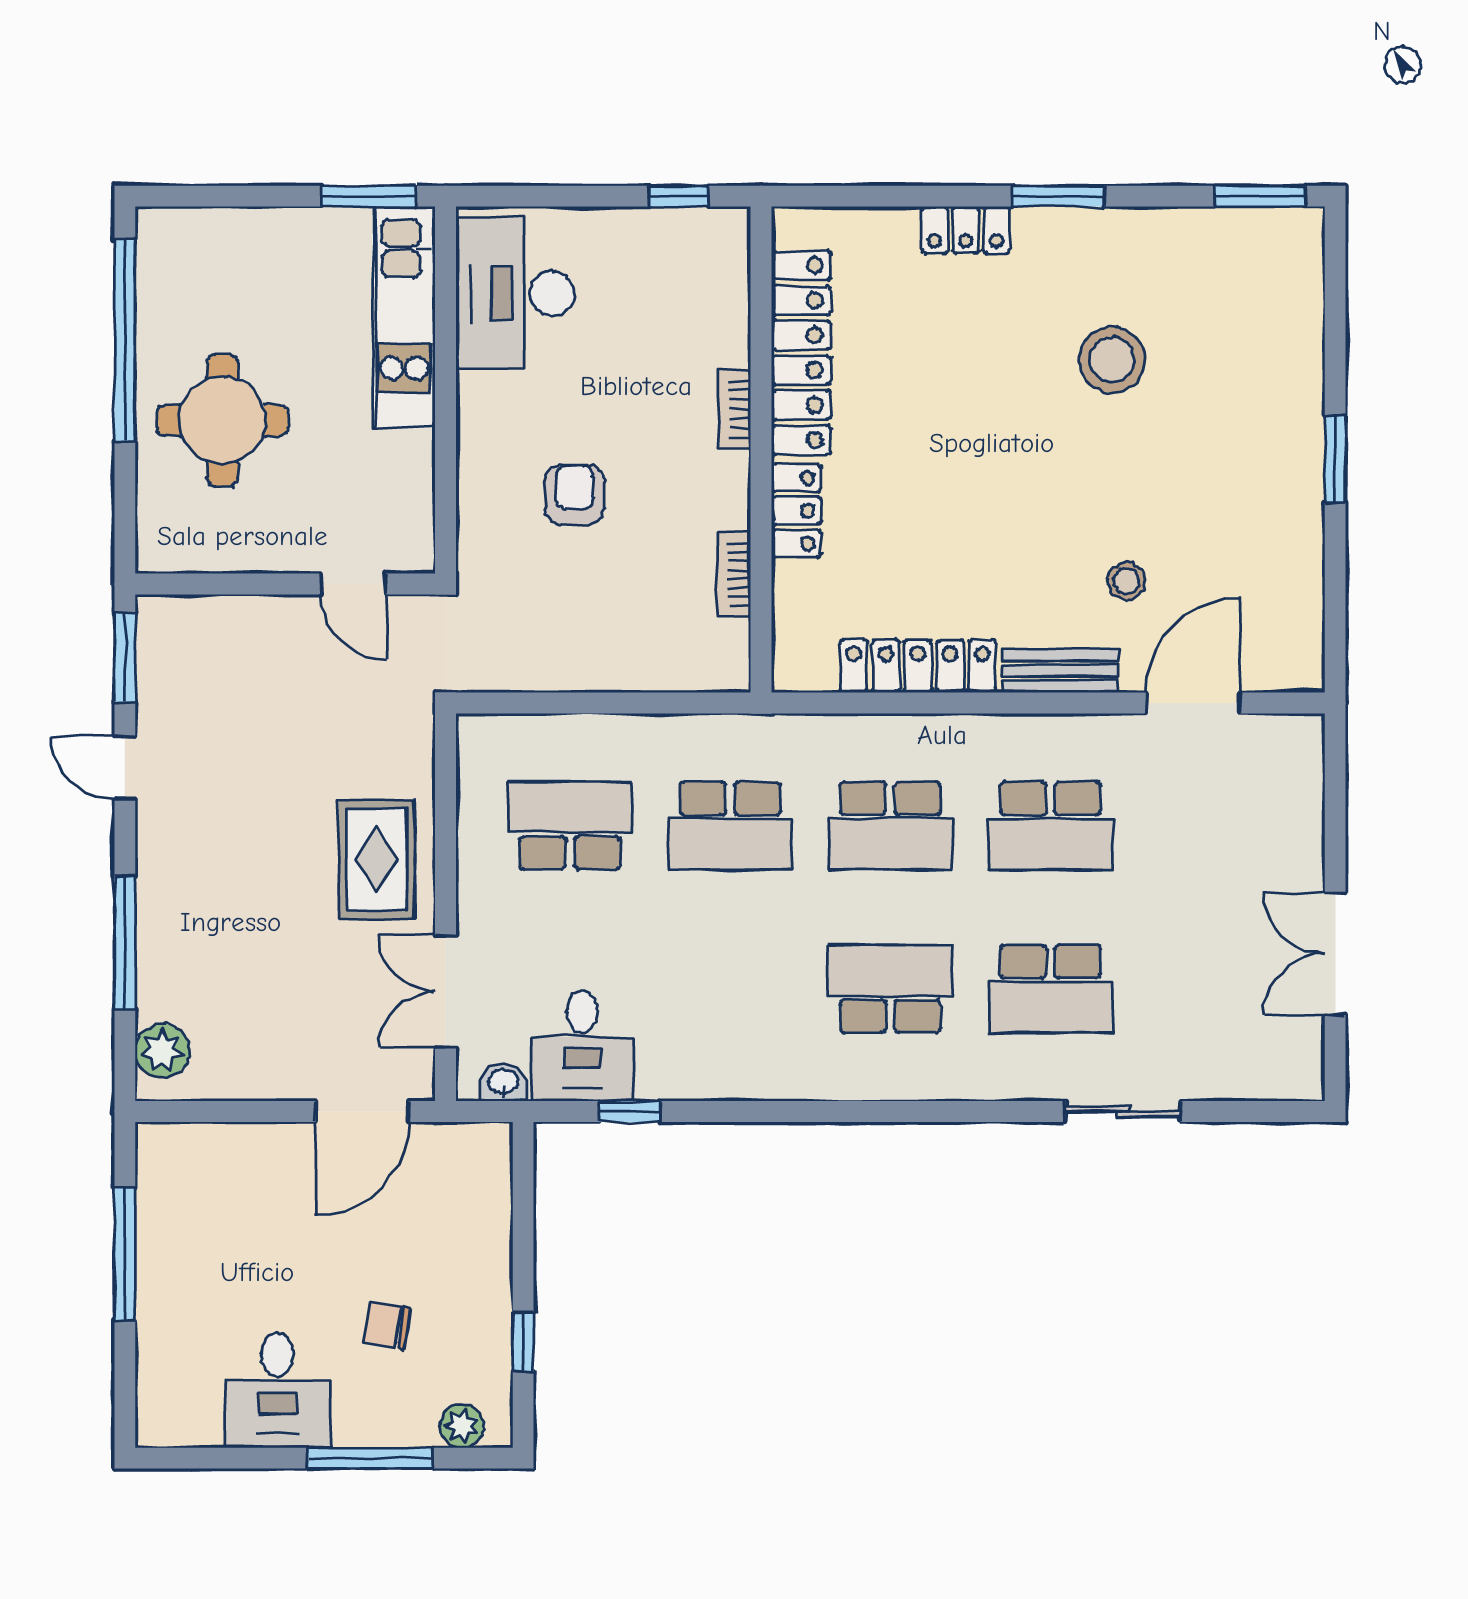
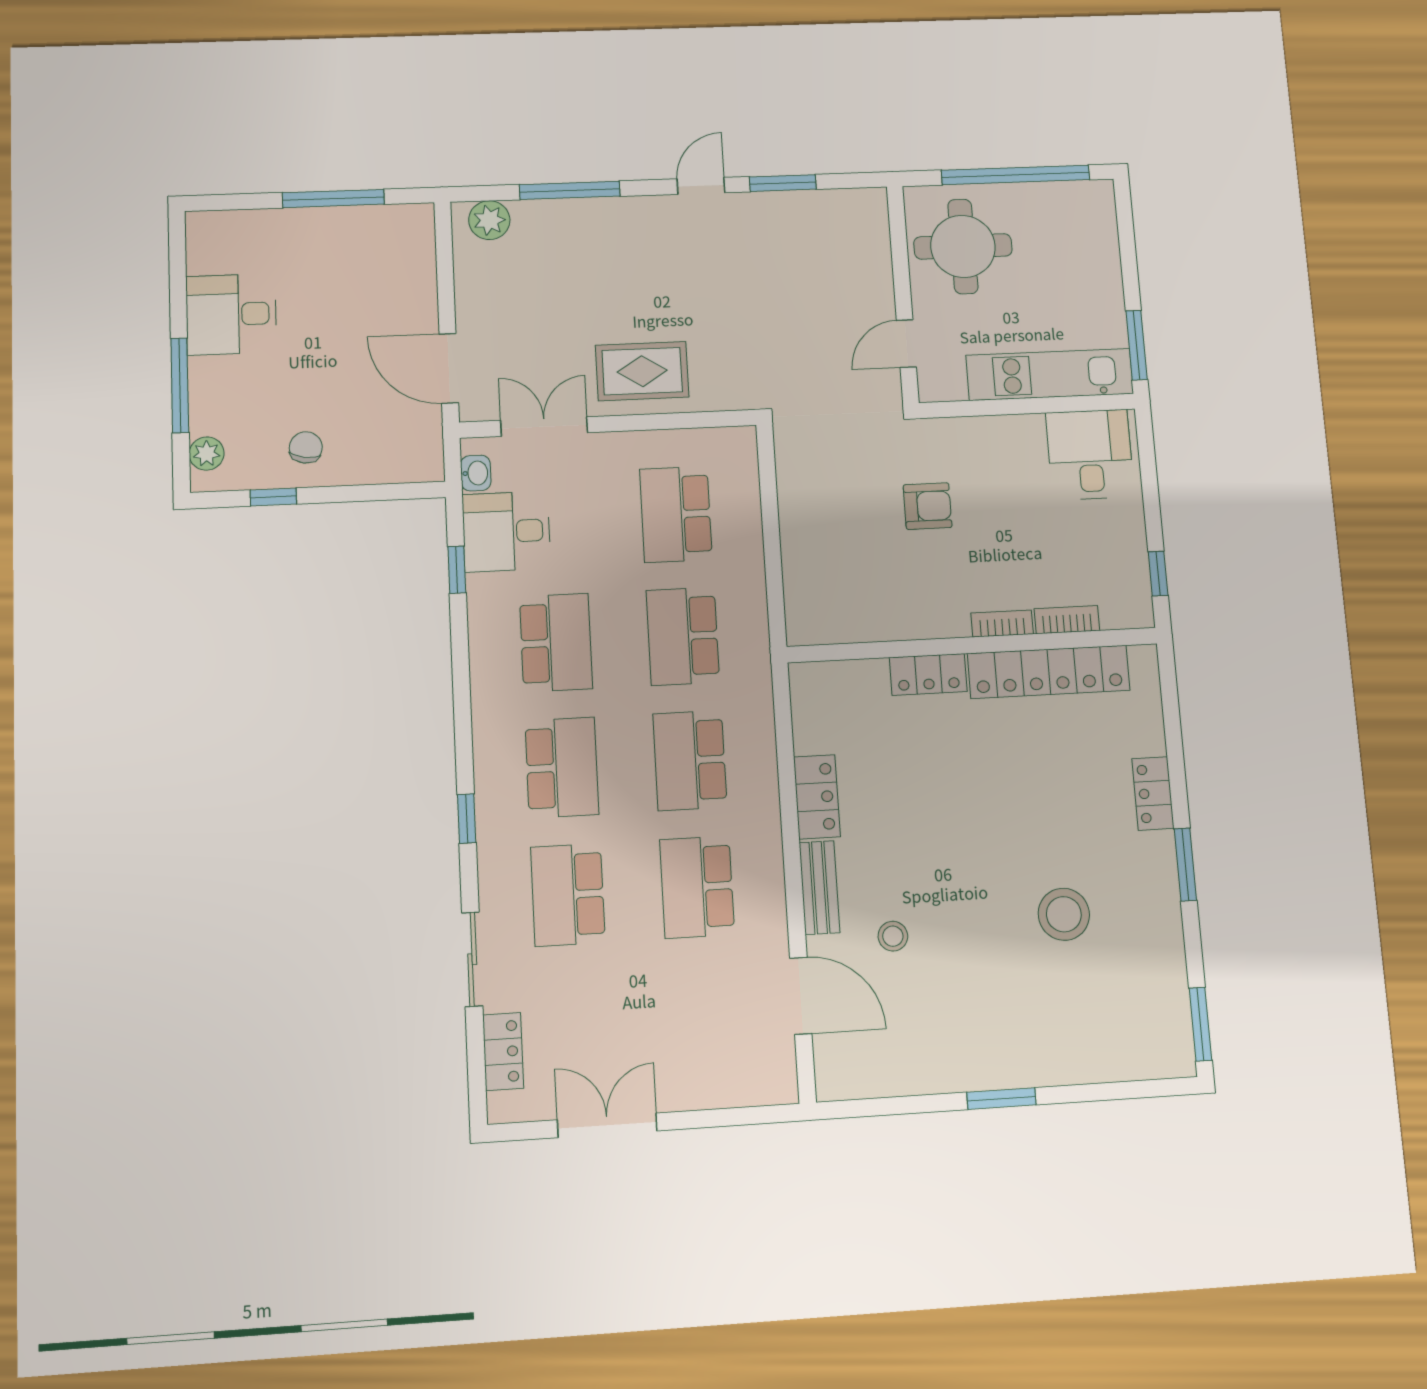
desk: (515, 293) -> (1090, 455), width x0.73
bookcase: (734, 574) -> (1067, 620), moved
wall: (285, 584) -> (903, 294), moved
door: (354, 584) -> (906, 344), moved
locker: (918, 666) -> (817, 797), width x0.66
school desk: (570, 826) -> (676, 514), turned 180
school desk: (730, 989) -> (556, 643), added
locker: (1238, 1078) -> (503, 1051), added
window: (948, 1112) -> (467, 819), added
chair: (387, 1325) -> (306, 447), moved

